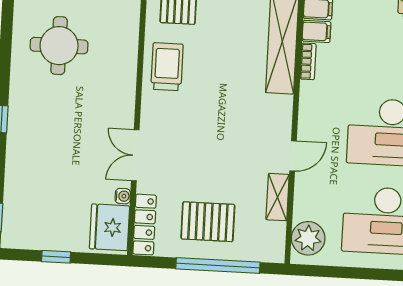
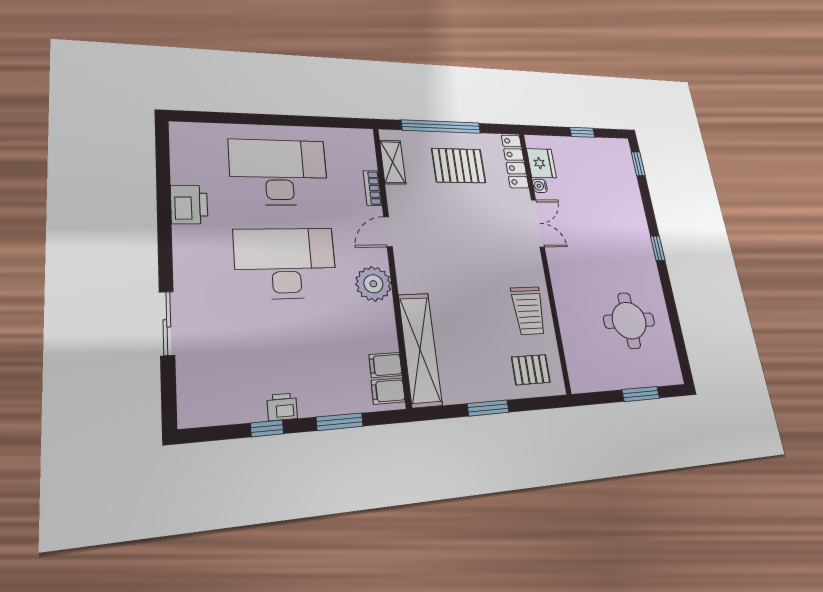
bookcase: (308, 61) -> (373, 188), moved
shelving: (278, 197) -> (393, 162), moved
fridge: (110, 227) -> (541, 163), width x0.73, depth x0.75
plant: (308, 238) -> (373, 284), moved

